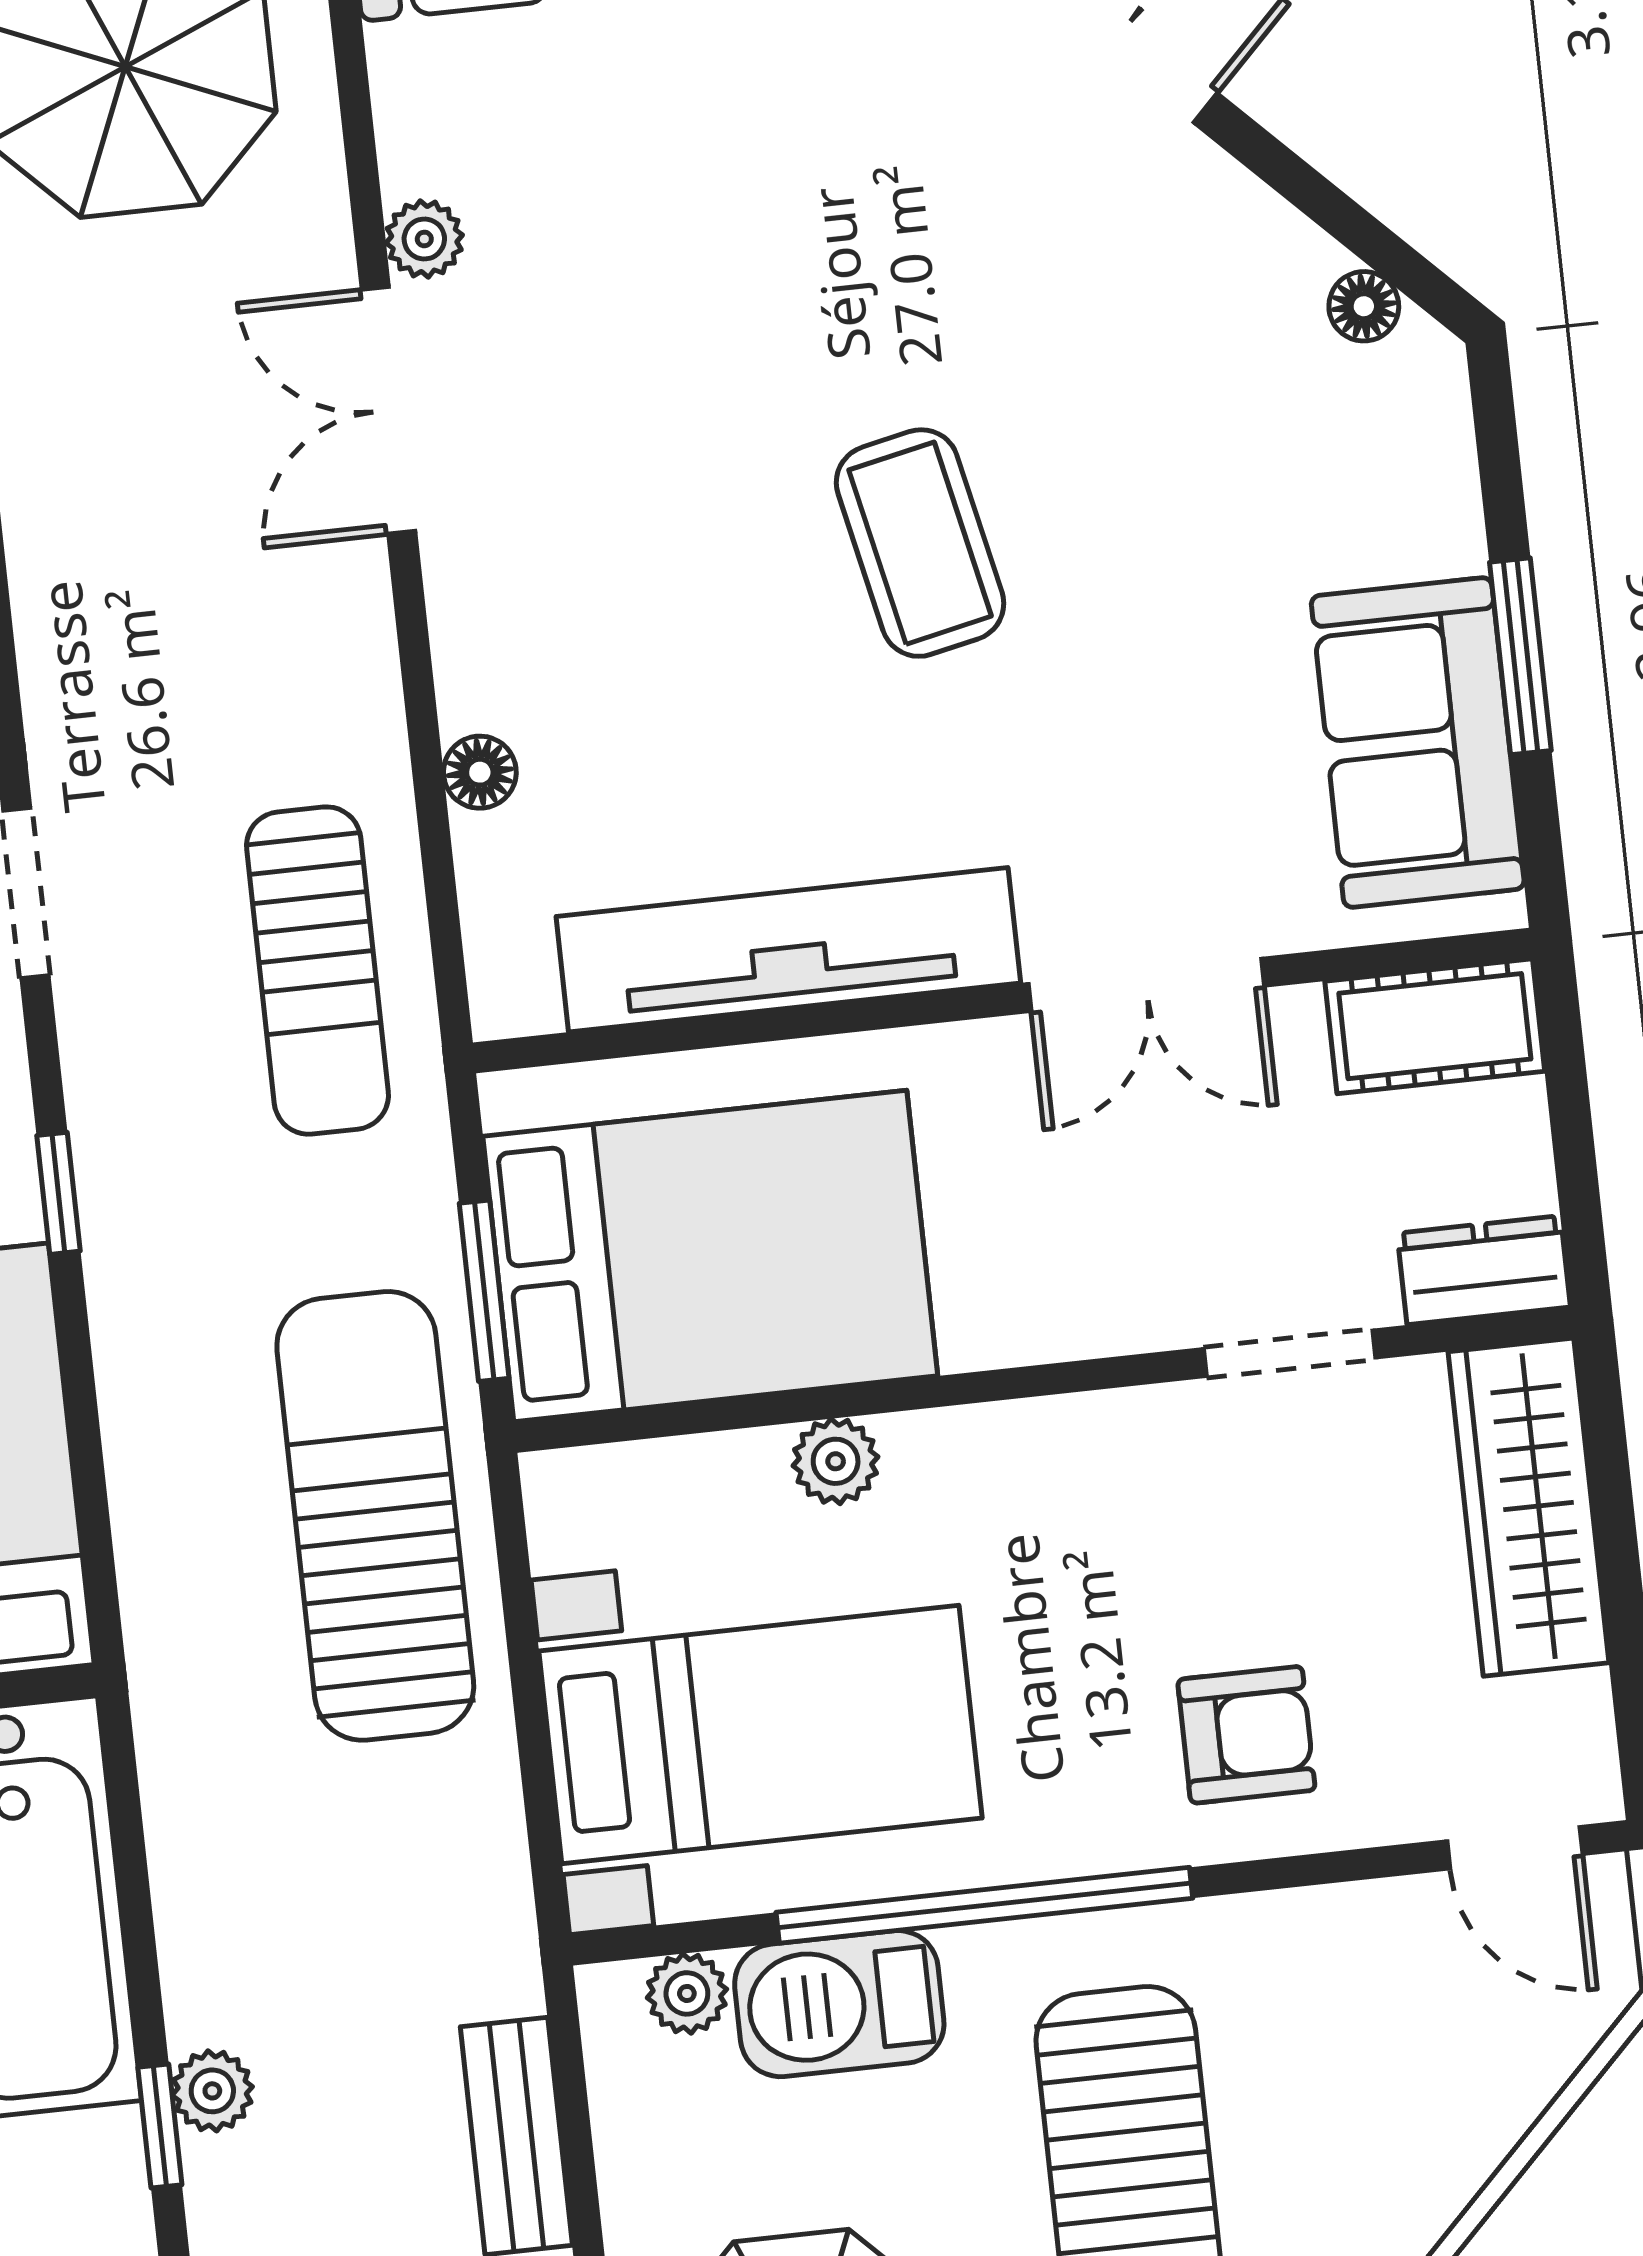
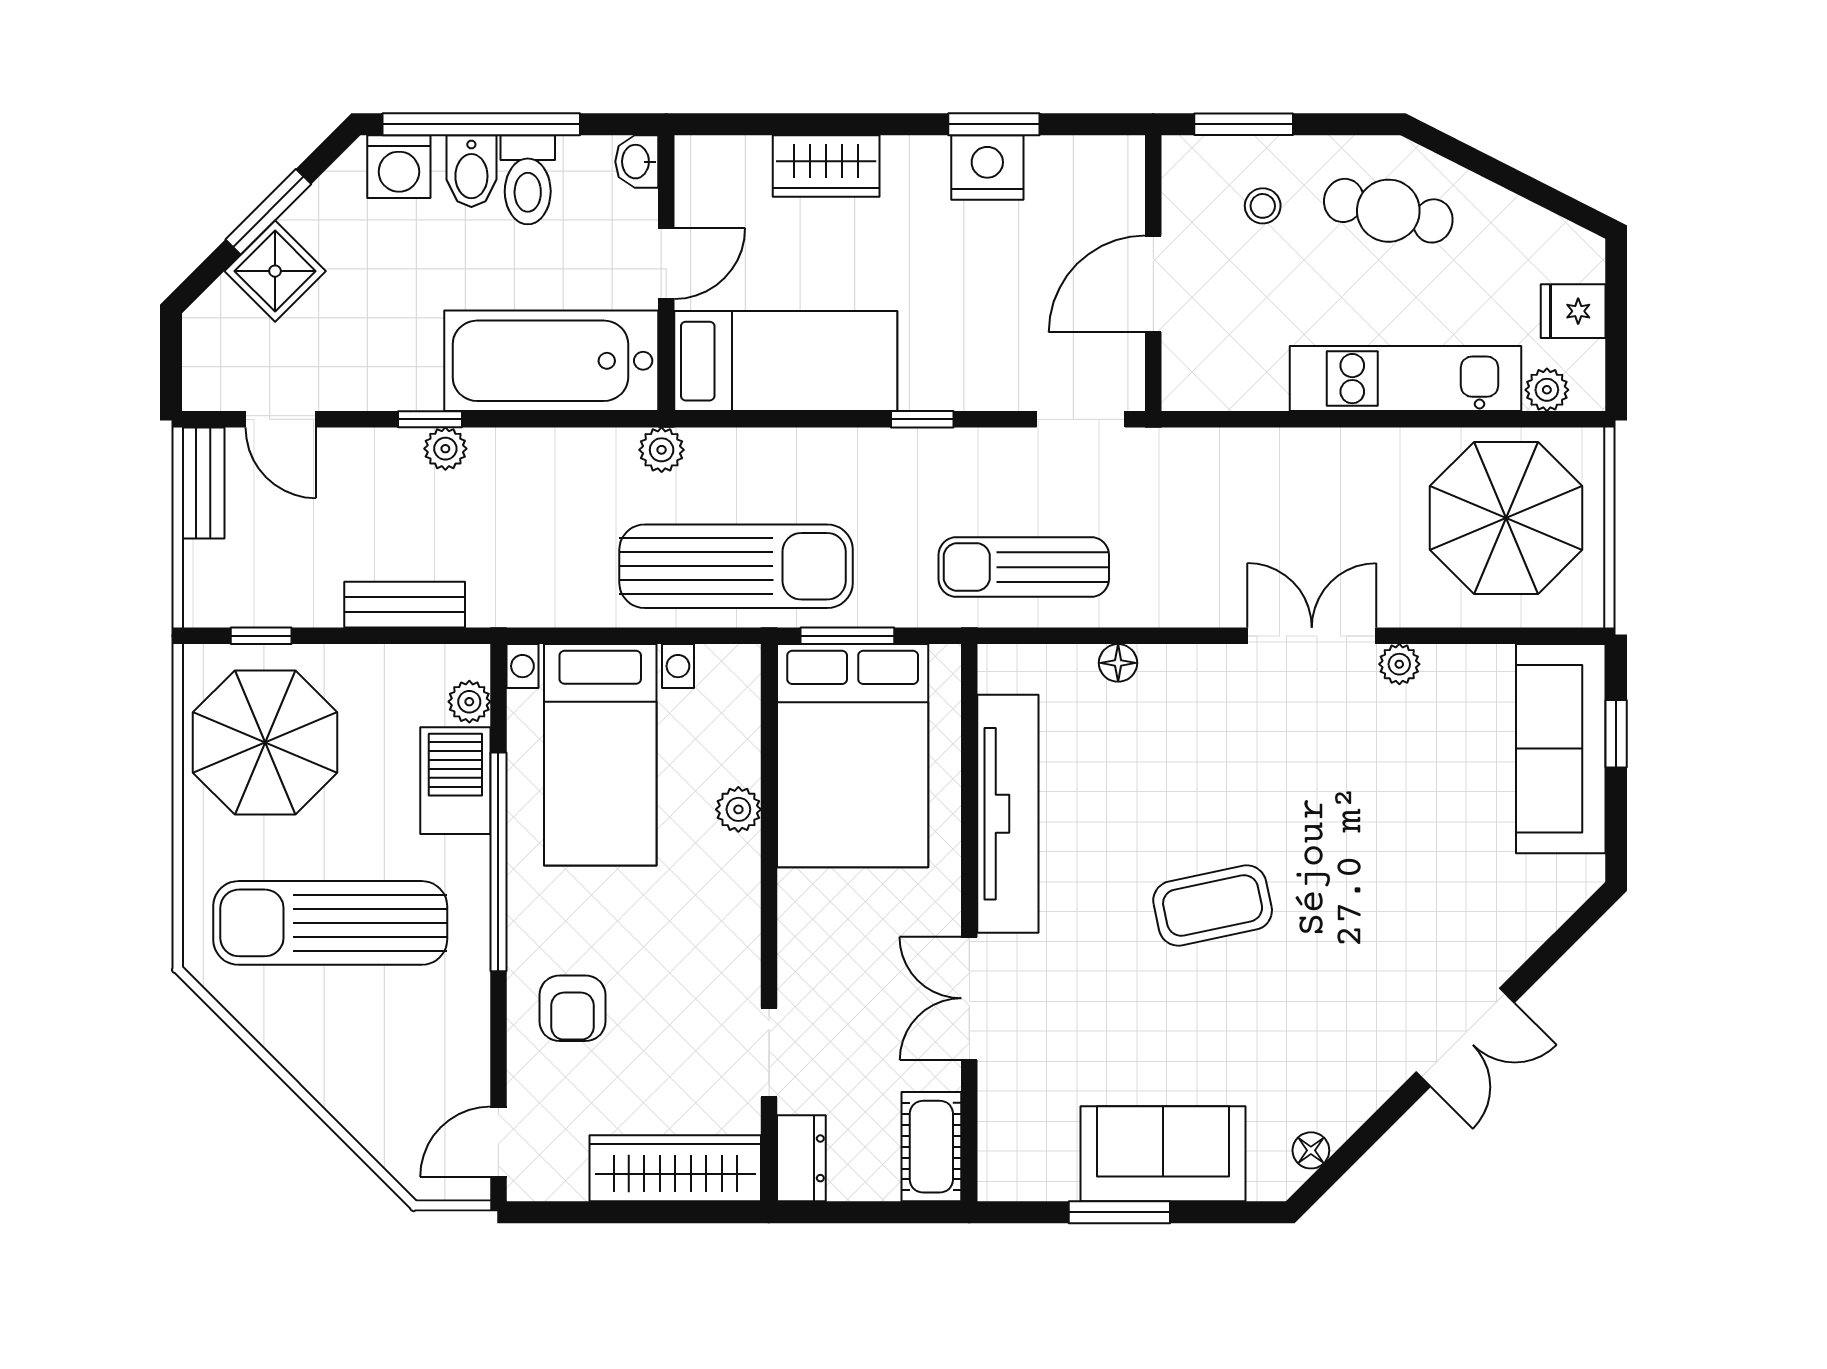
sofa: (1418, 742) -> (1163, 1154), moved
plant: (170, 1681) -> (662, 450), added

